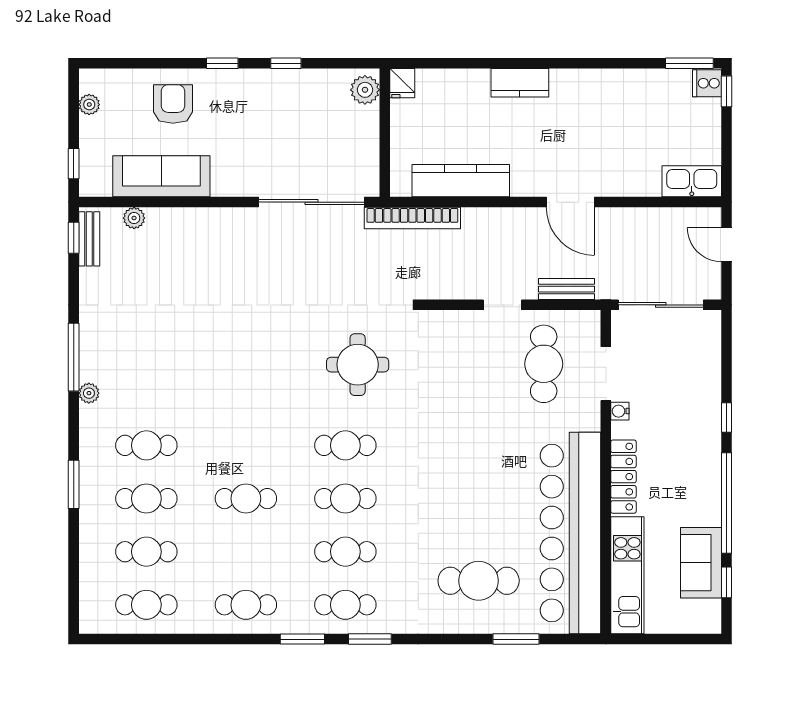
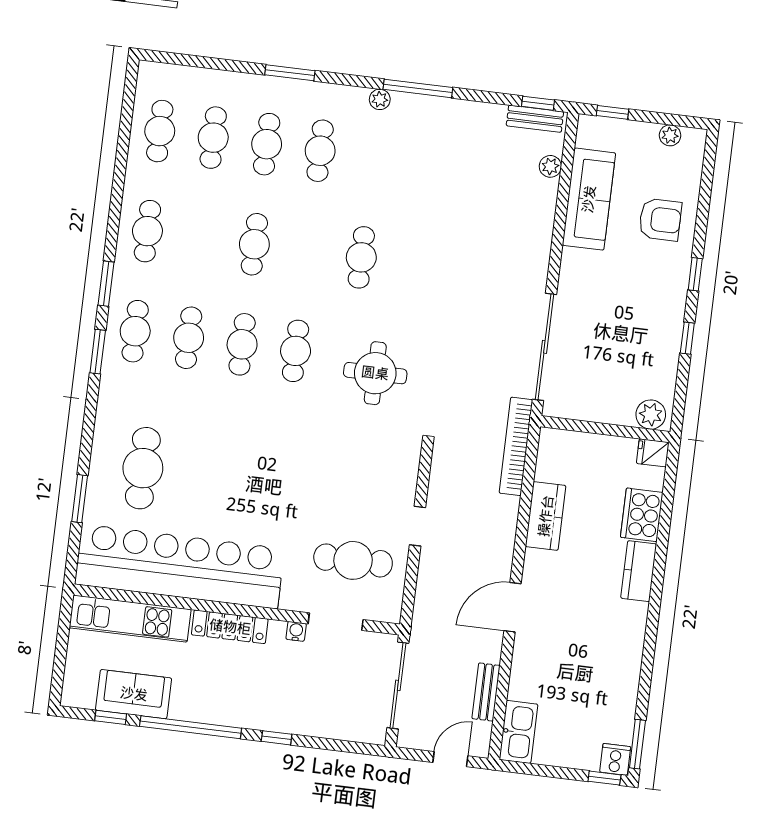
cooker: (464, 87) -> (642, 515), added
kitchen counter: (461, 181) -> (546, 516), width x0.67
bench: (567, 289) -> (486, 692), moved
cafe table: (246, 392) -> (361, 257), added

